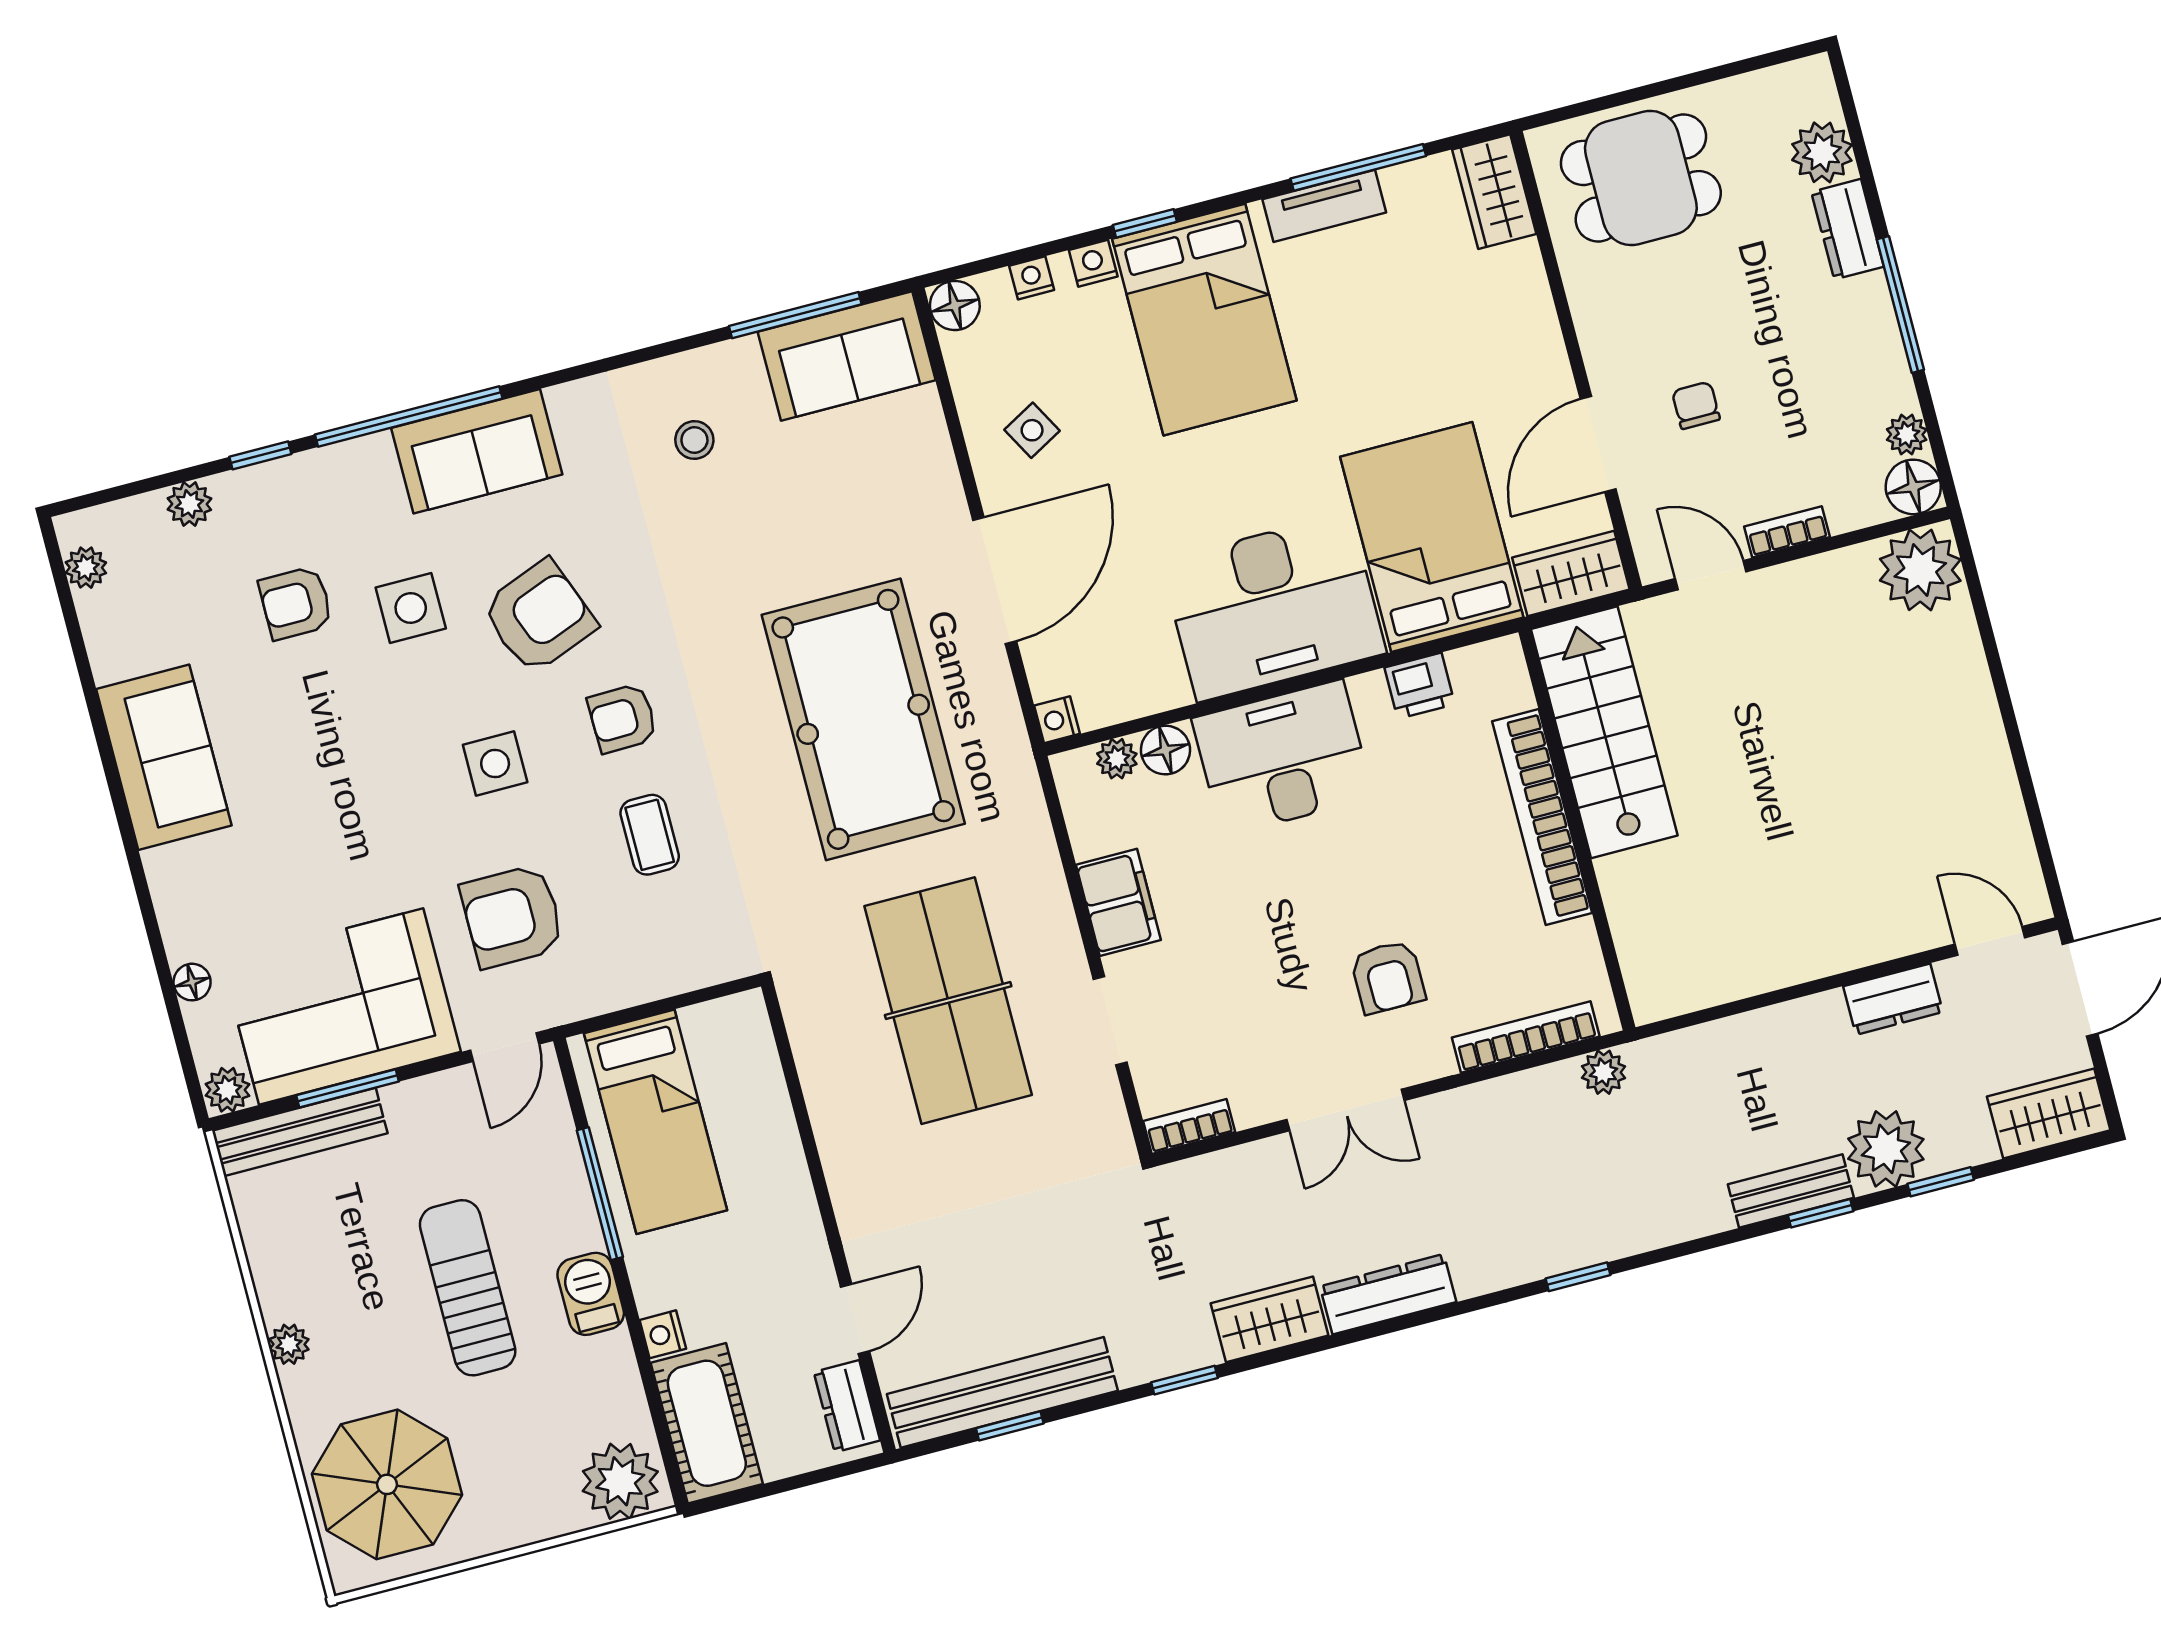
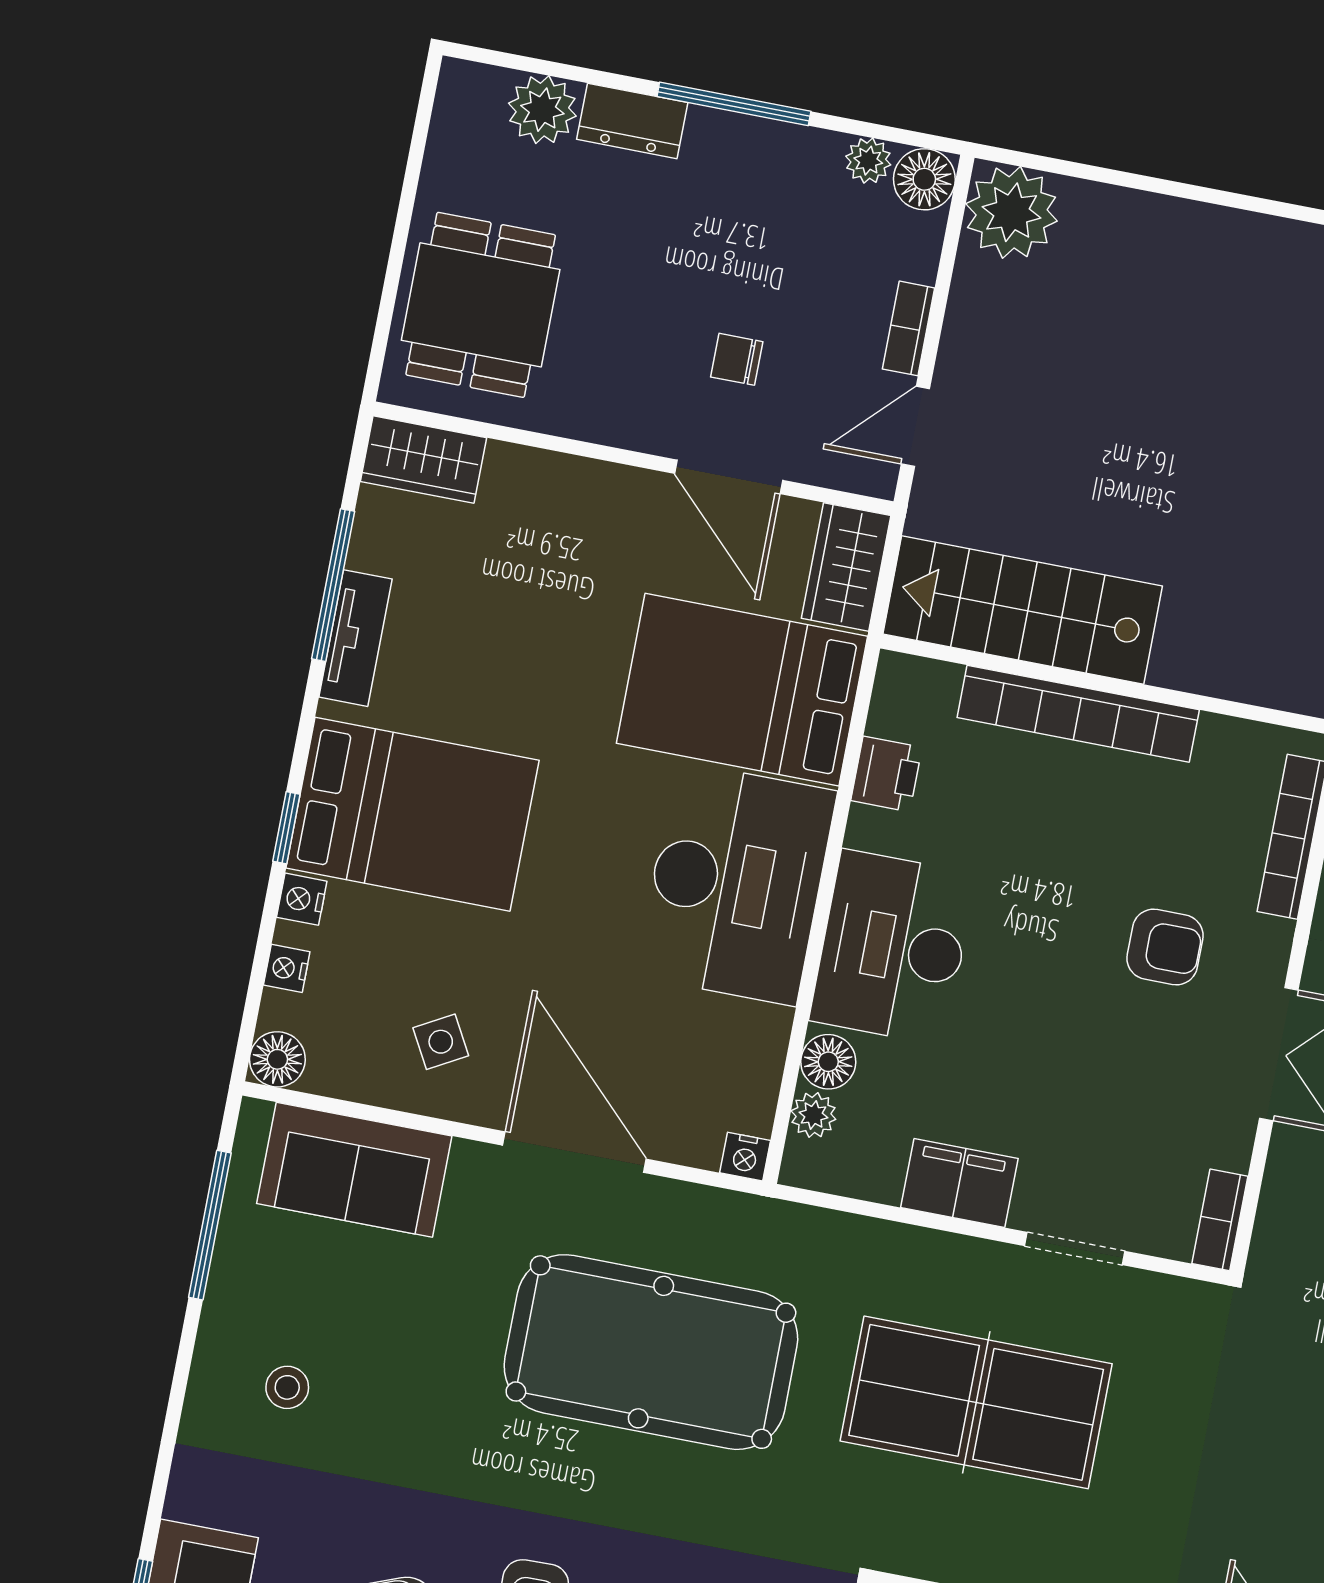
sofa: (847, 356) -> (354, 1170), moved, turned 90

